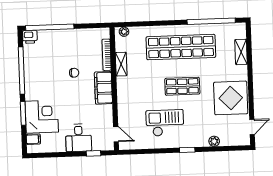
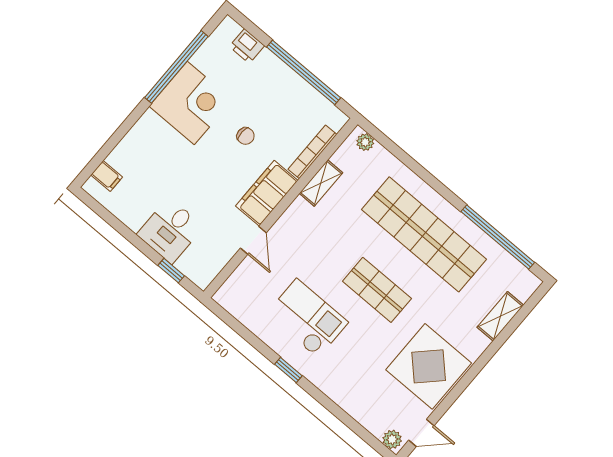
window: (50, 27) -> (304, 72), moved
printer: (30, 37) -> (247, 46), moved
window: (23, 113) -> (125, 128), removed
corner desk: (42, 117) -> (191, 103), moved
door: (116, 134) -> (253, 240), moved
plant: (214, 141) -> (392, 439), moved
window: (187, 150) -> (288, 370), moved

